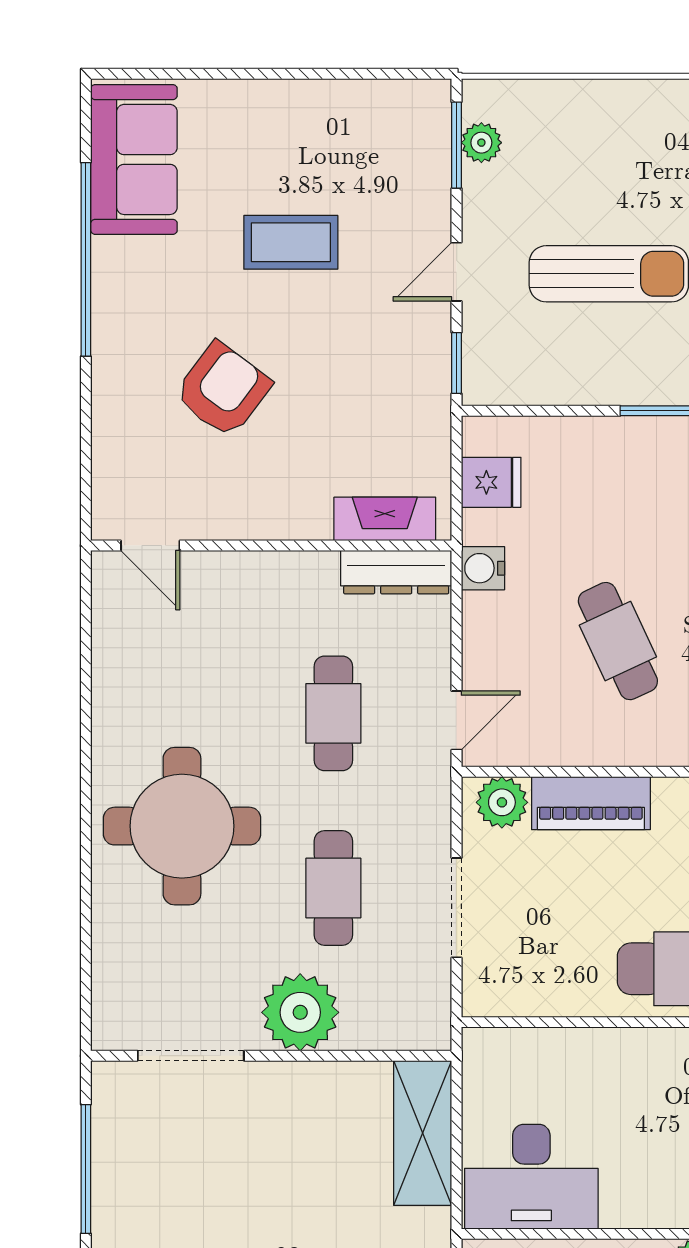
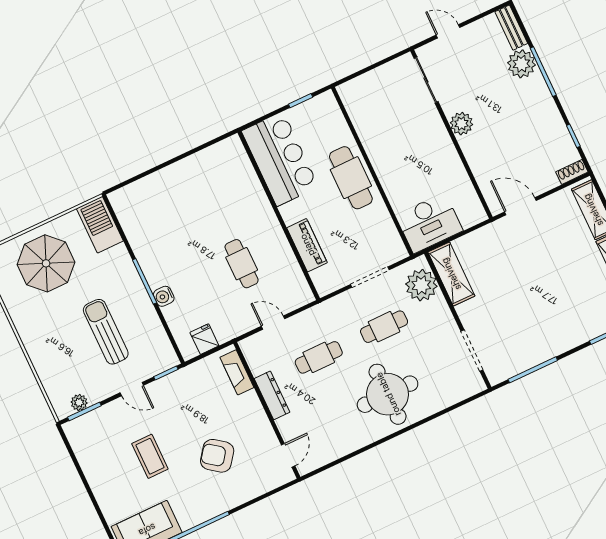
water cooler: (483, 568) -> (164, 296), moved, turned 90
dresser: (396, 572) -> (272, 395), moved
cafe table: (618, 641) -> (242, 264), turned -65
door: (457, 720) -> (273, 323), moved
plant: (502, 802) -> (322, 279), removed
plant: (300, 1012) -> (421, 285), moved
shelving: (423, 1133) -> (451, 274), moved, turned 90
desk: (531, 1177) -> (429, 223), moved, turned 90

